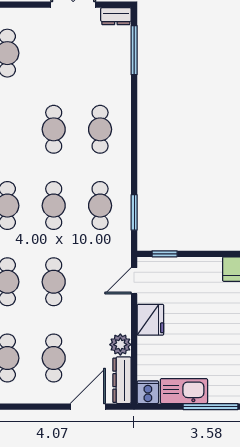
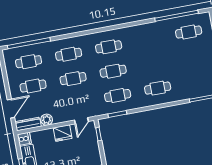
cafe table: (54, 129) -> (153, 64), removed
door: (134, 281) -> (81, 121), swing flipped
door: (88, 407) -> (11, 109), hinge flipped

